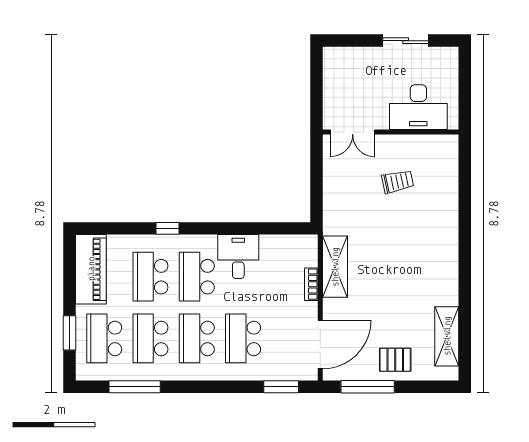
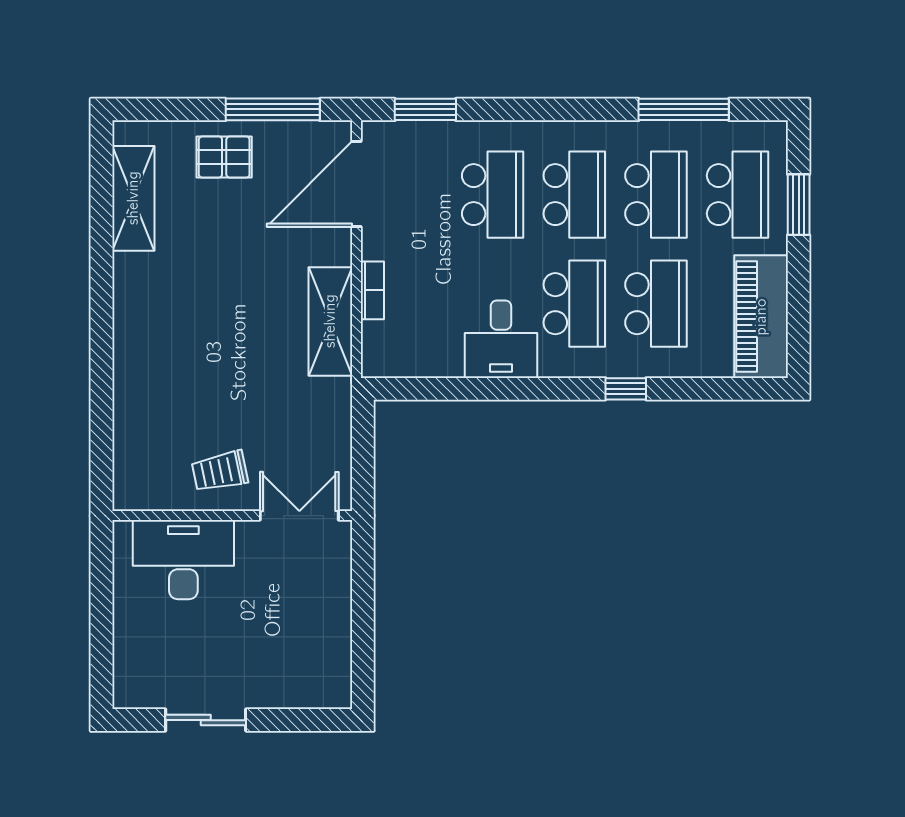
desk: (418, 107) -> (183, 560), moved
double door: (353, 132) -> (299, 516), moved
wall: (391, 132) -> (232, 516), moved

